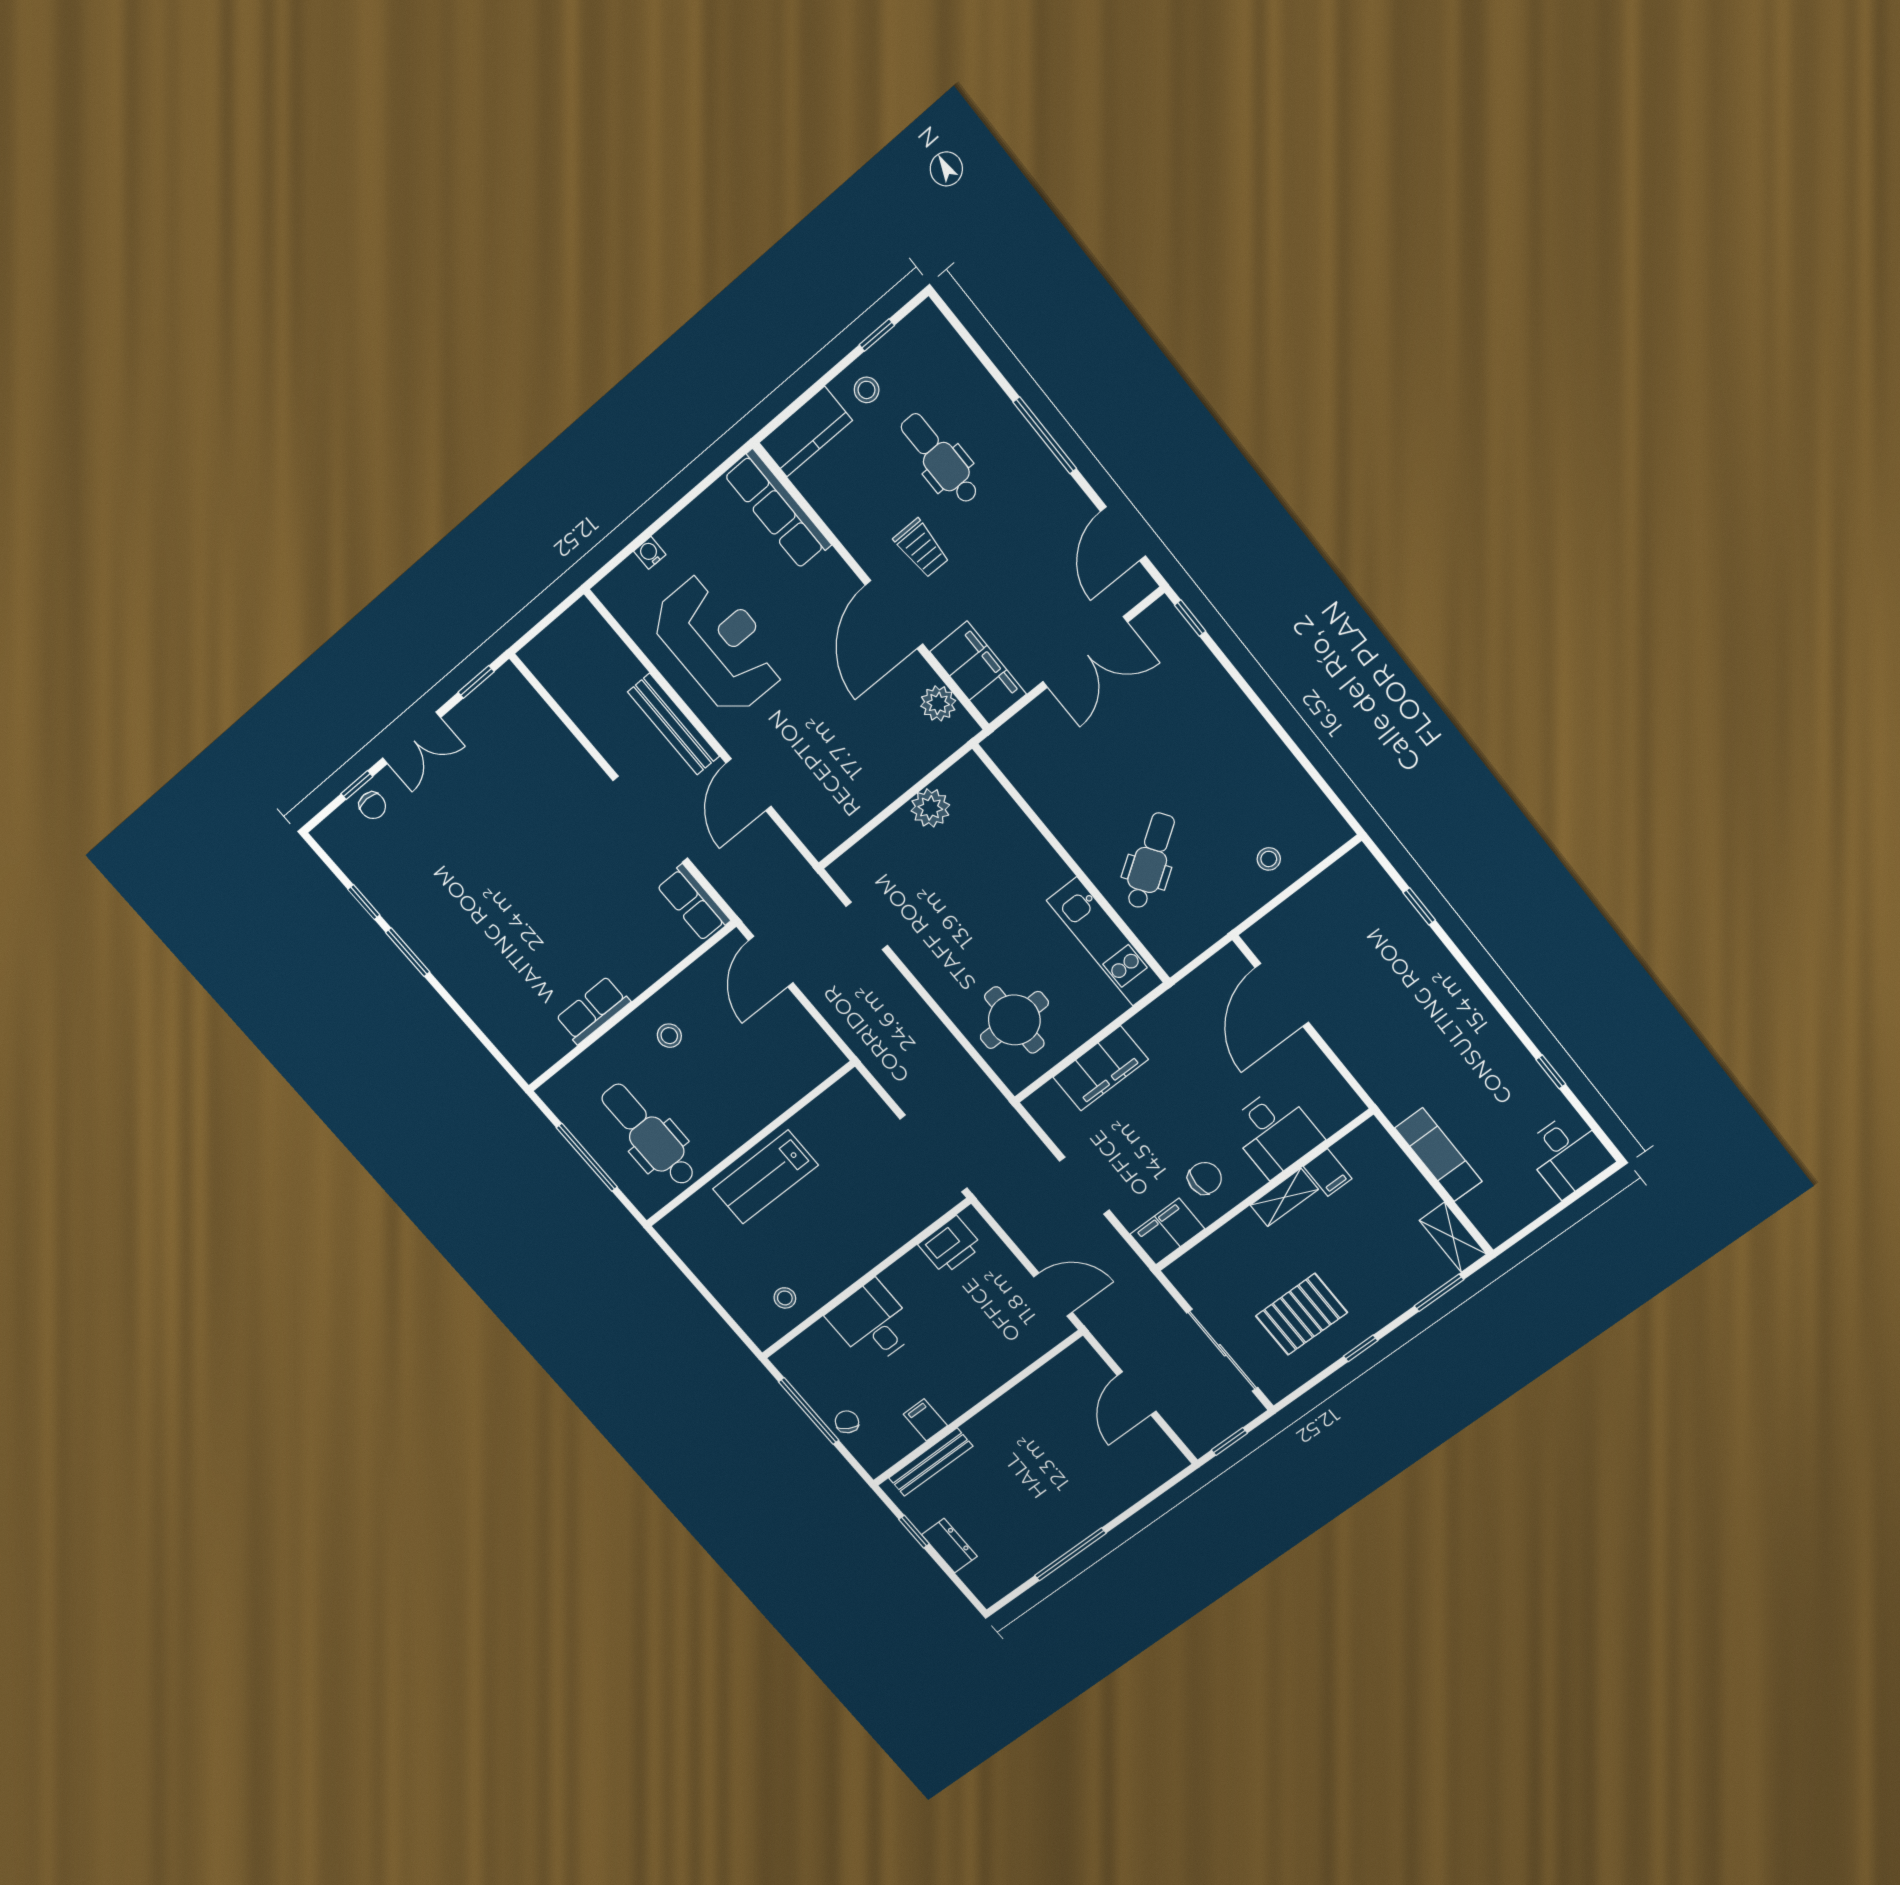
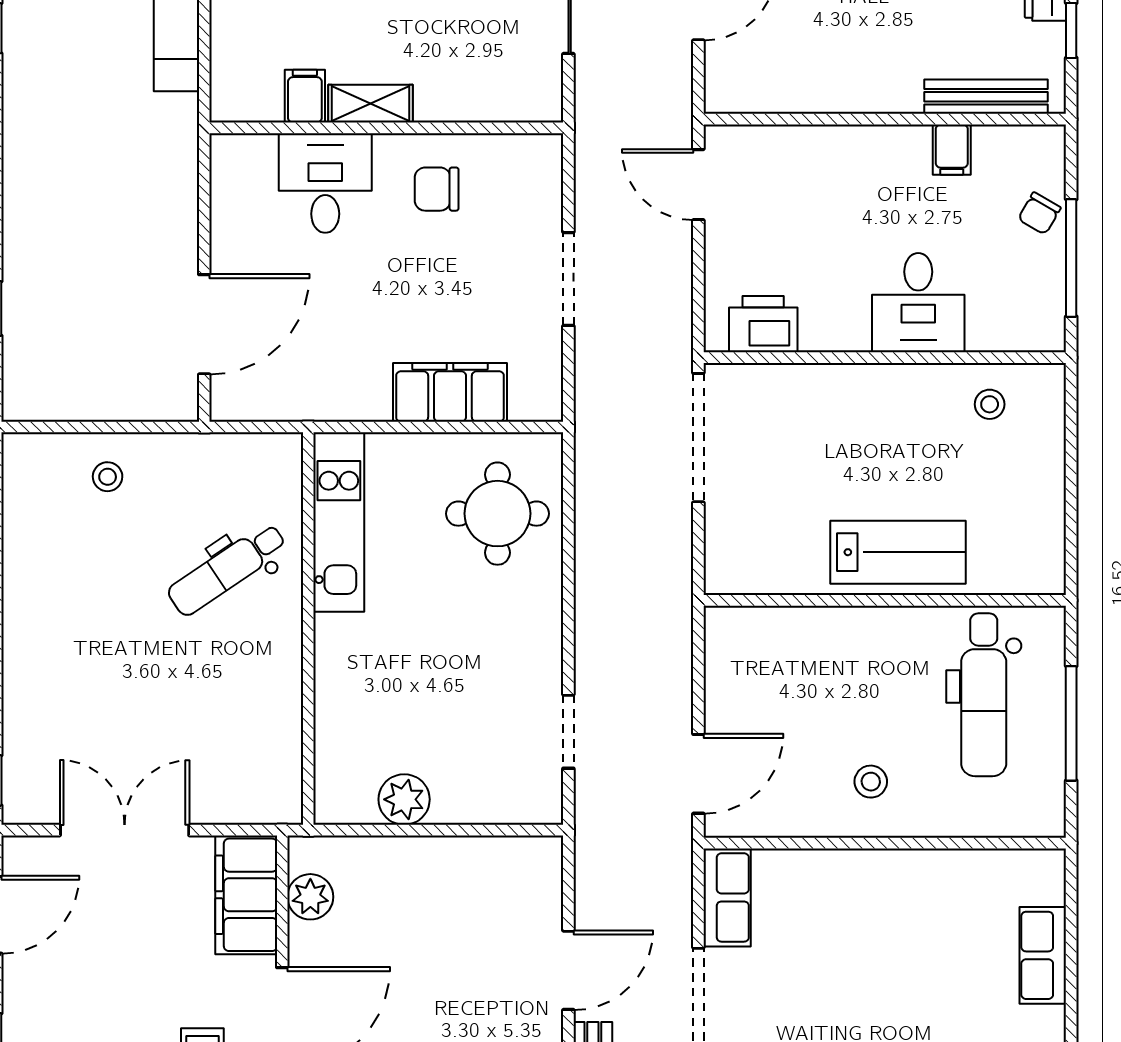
row of seats: (593, 1010) -> (1043, 955), moved, turned 90
filing cabinet: (1167, 1232) -> (522, 161), removed

